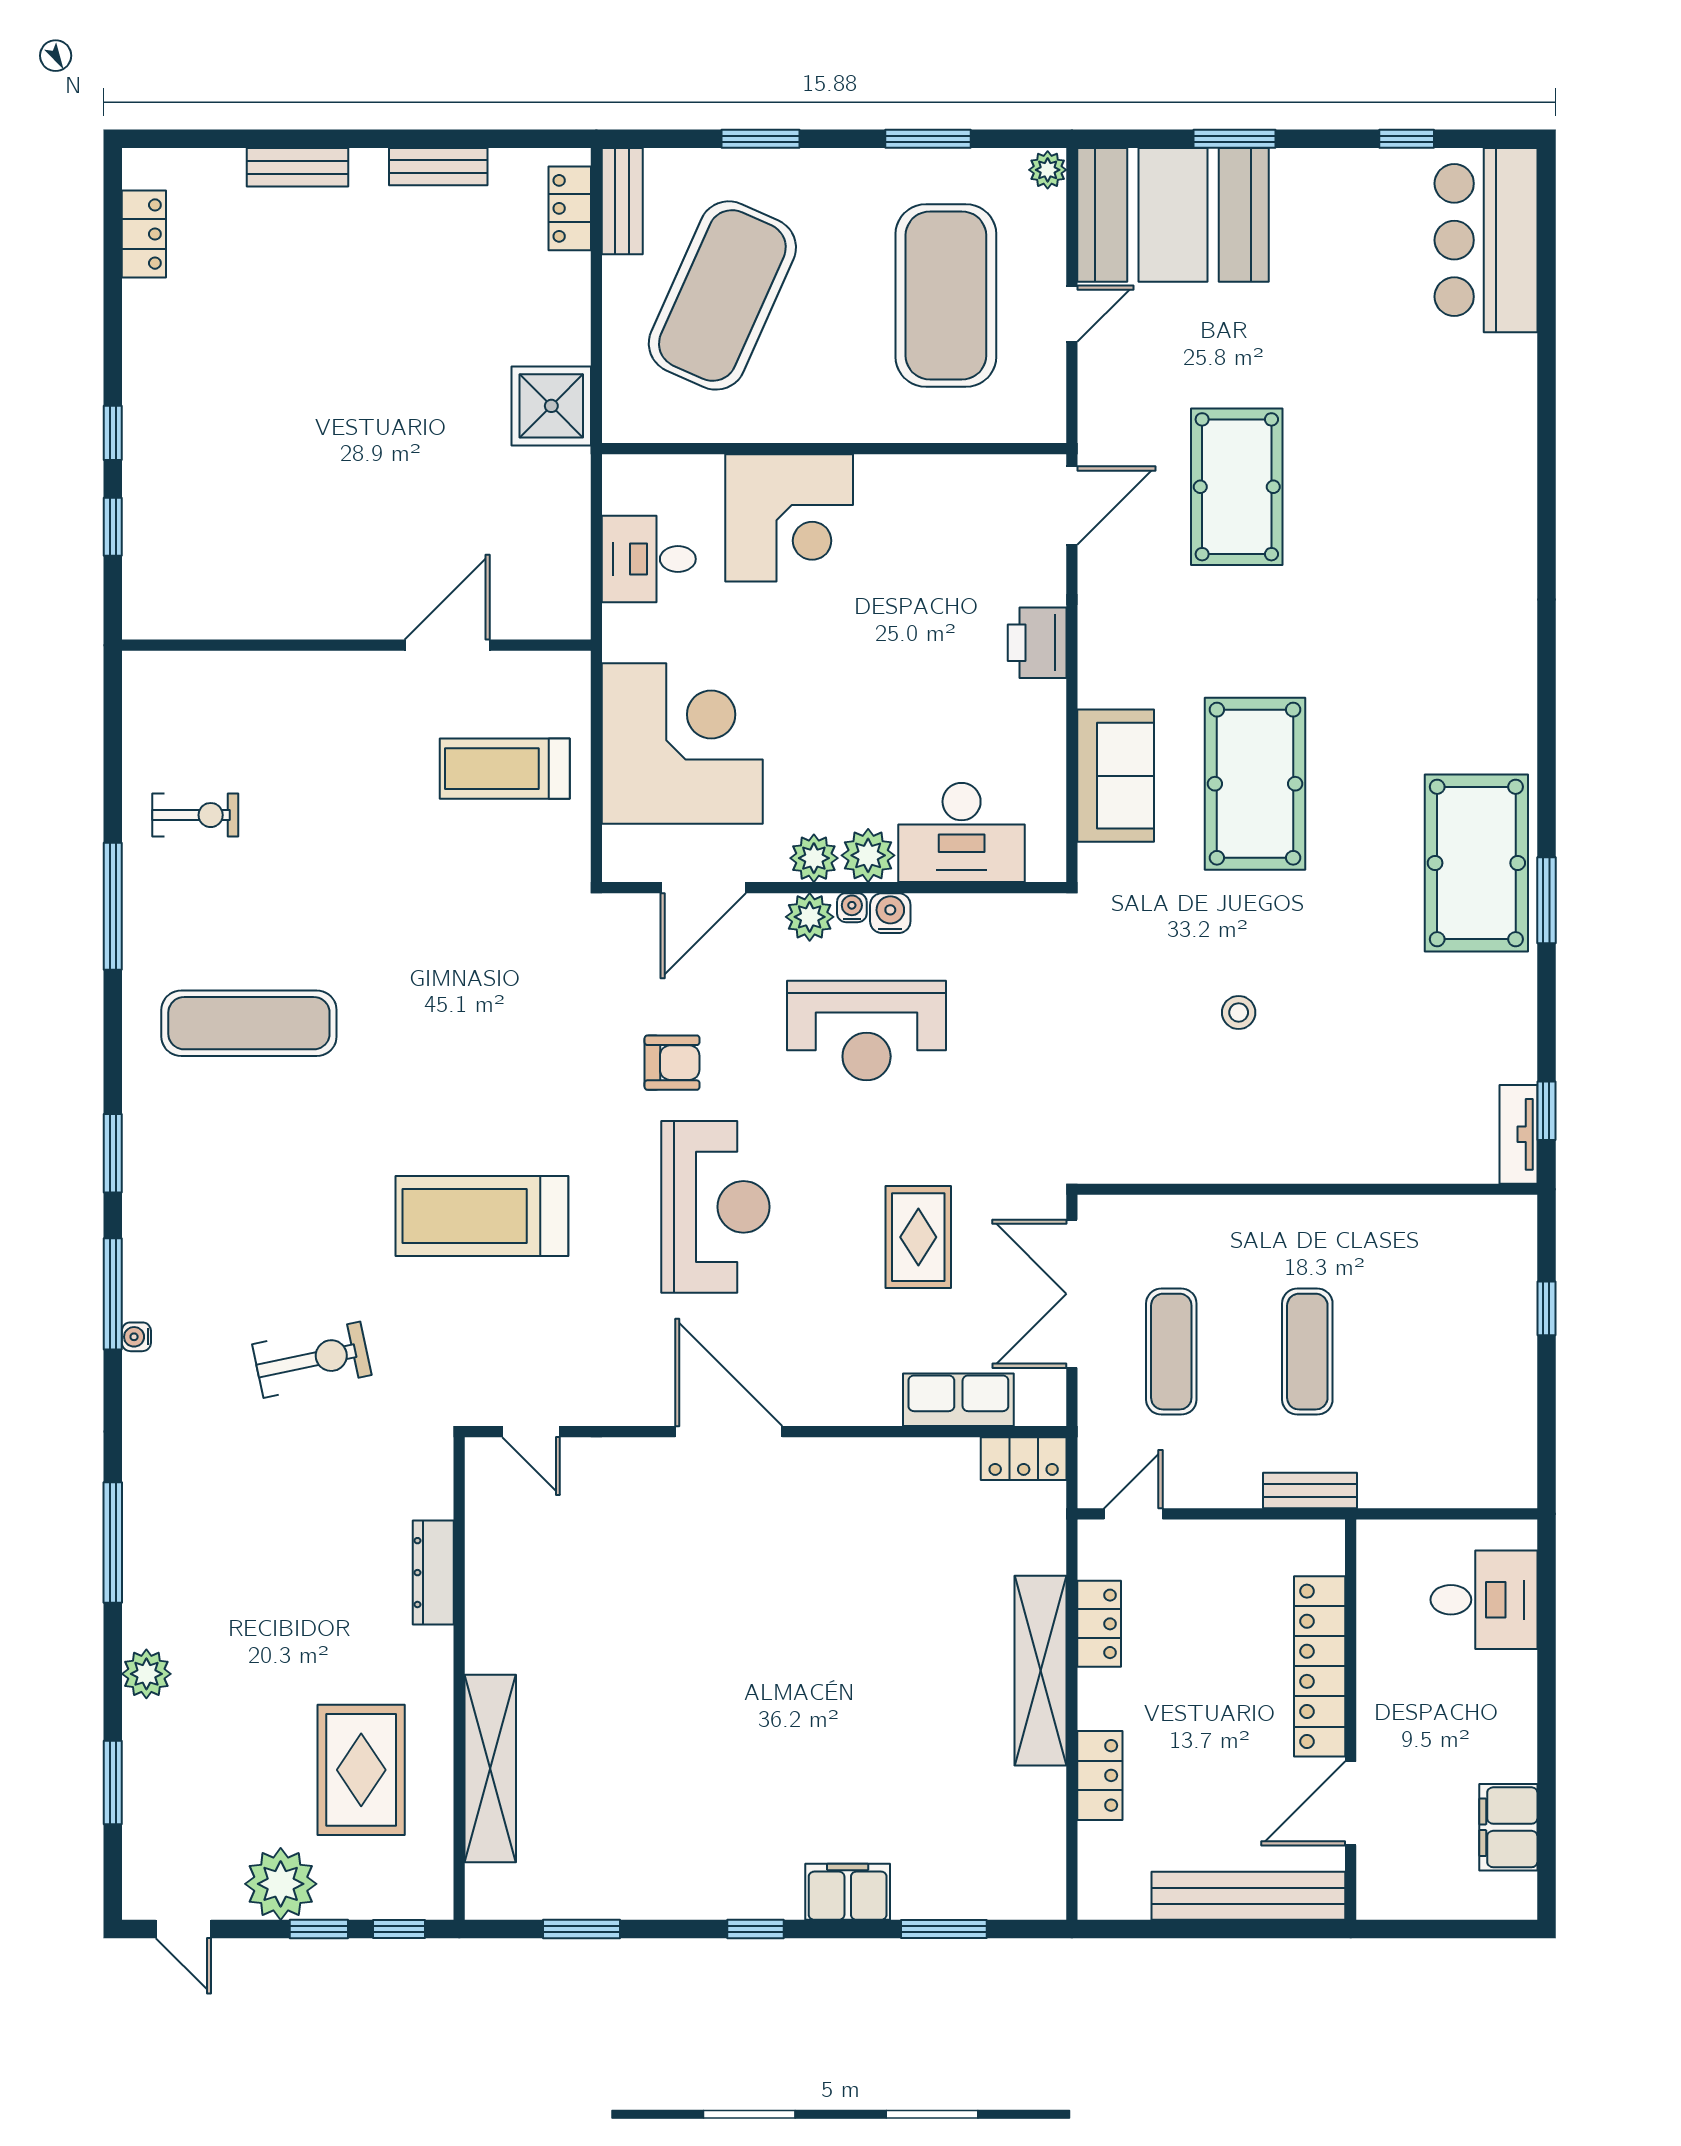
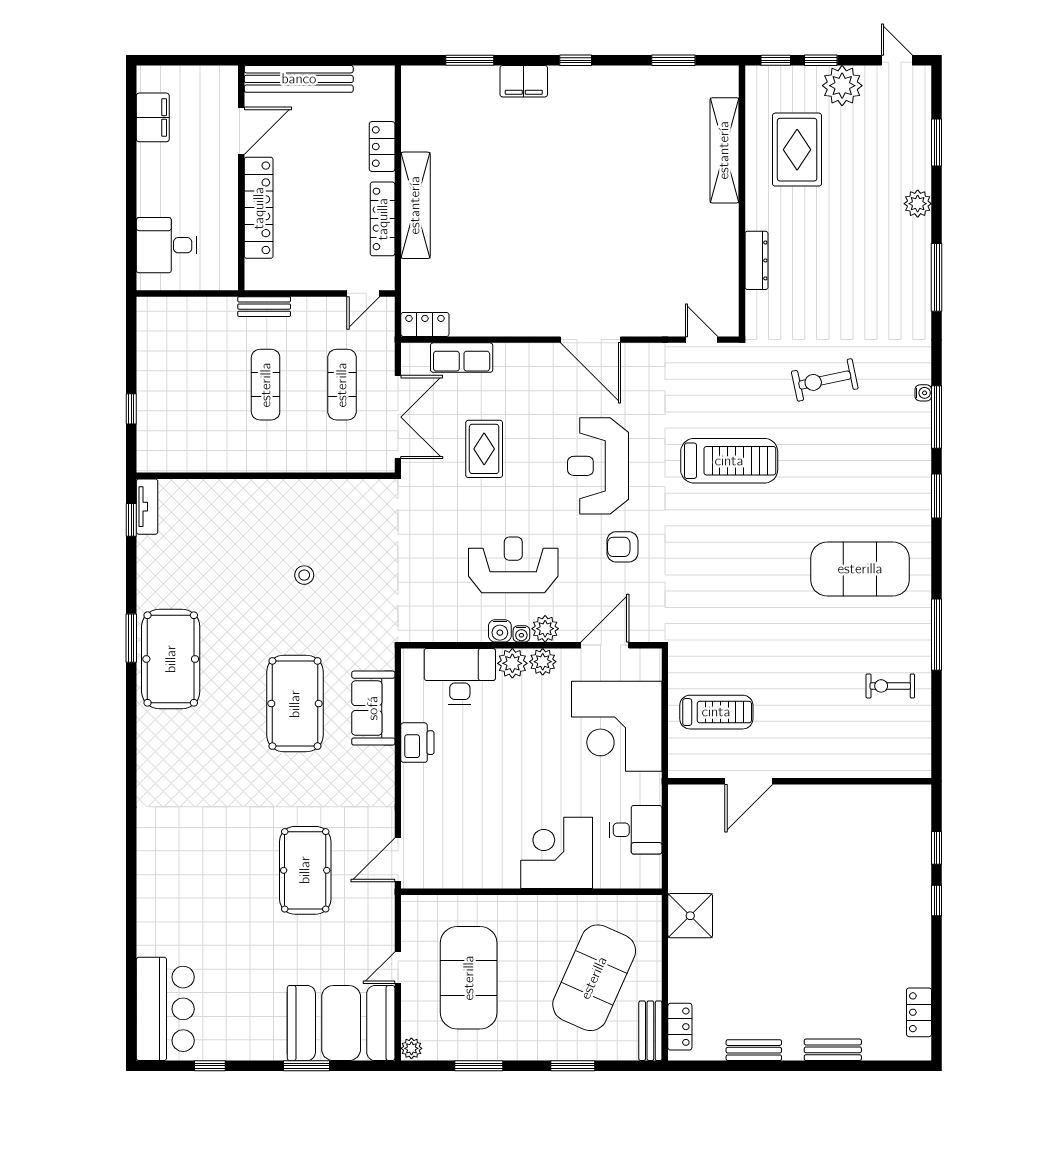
printer: (1037, 643) -> (417, 743), moved
exercise mat: (249, 1023) -> (860, 569), width x1.47
locker: (1099, 1624) -> (383, 219), width x1.53

